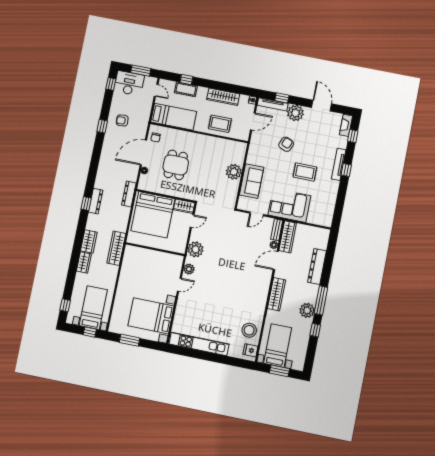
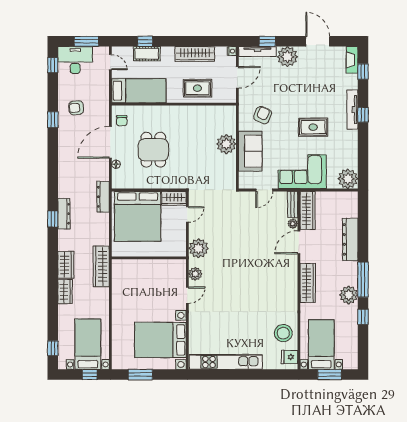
armchair: (286, 144) -> (263, 115), moved
plant: (324, 218) -> (348, 179), added

